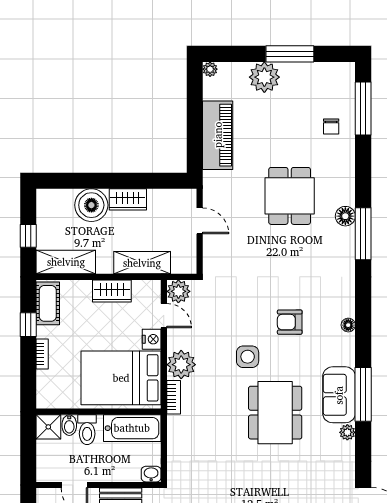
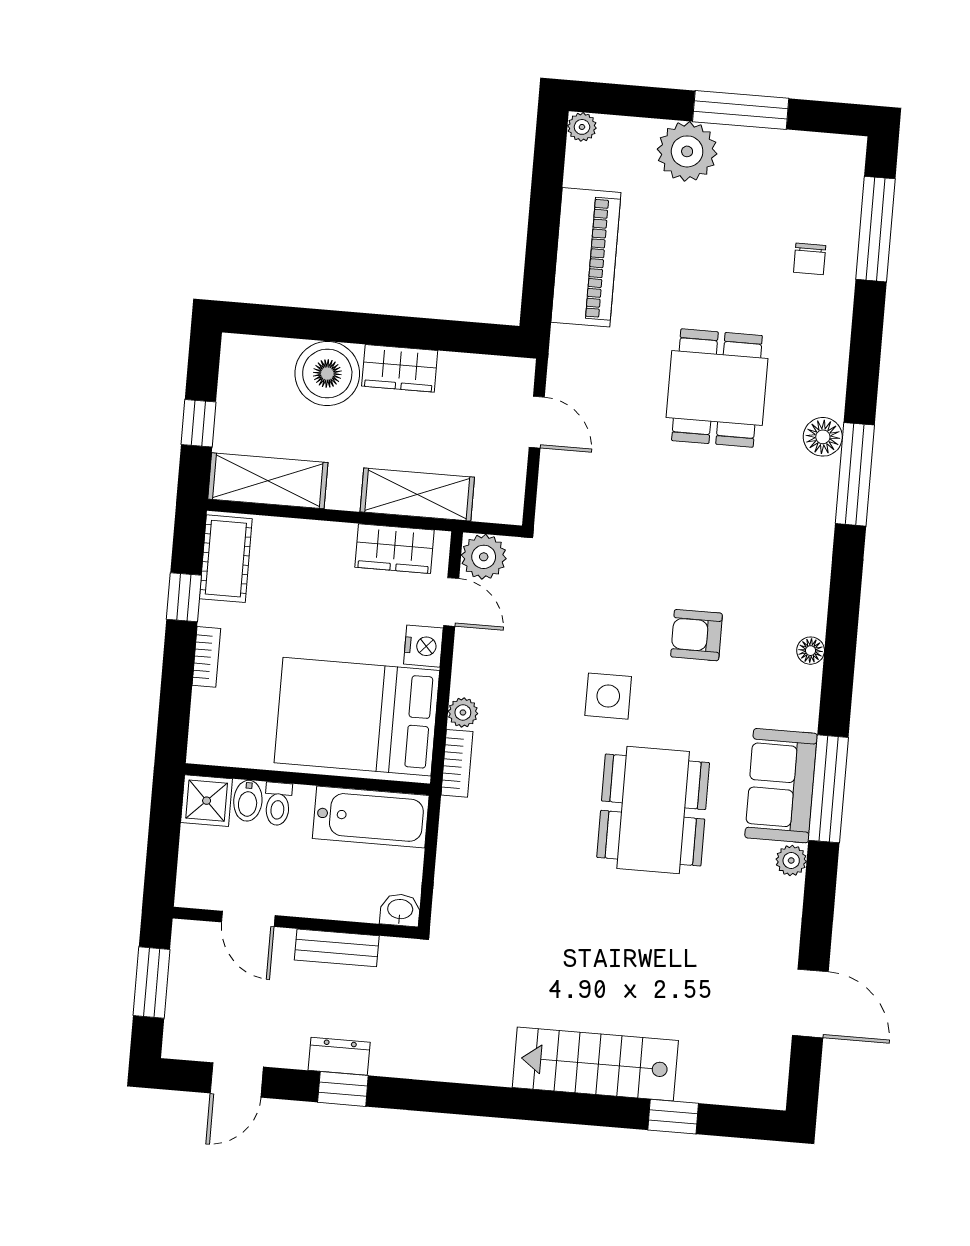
wardrobe: (112, 291) -> (395, 549), moved
plant: (181, 365) -> (463, 712), width x0.53, depth x0.53
toilet: (87, 430) -> (278, 804), width x0.73, depth x0.72

